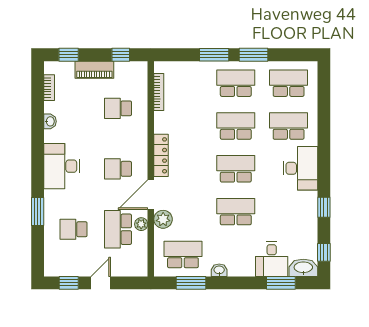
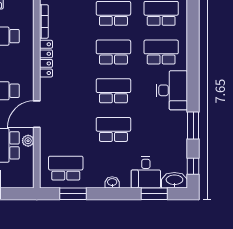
locker: (161, 155) -> (46, 59), moved
window: (324, 207) -> (193, 125), width x1.50
plant: (163, 219) -> (48, 136), removed
washbasin: (219, 270) -> (112, 182), moved

